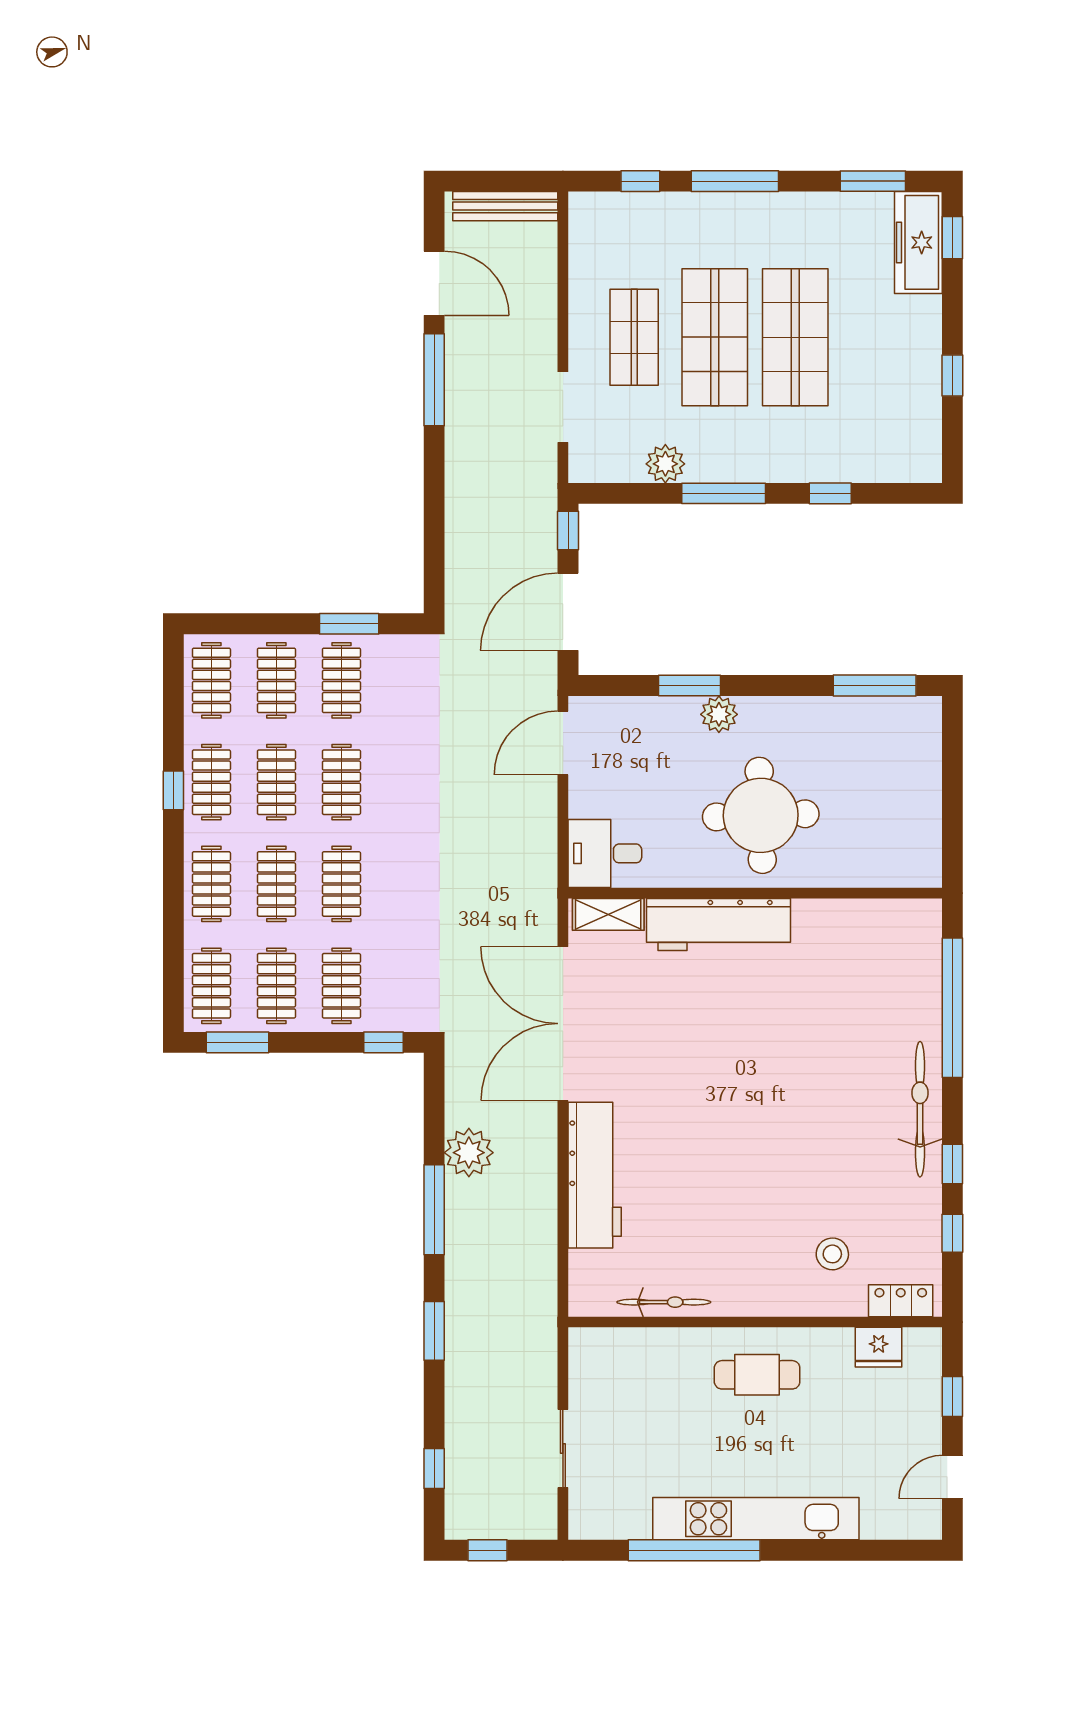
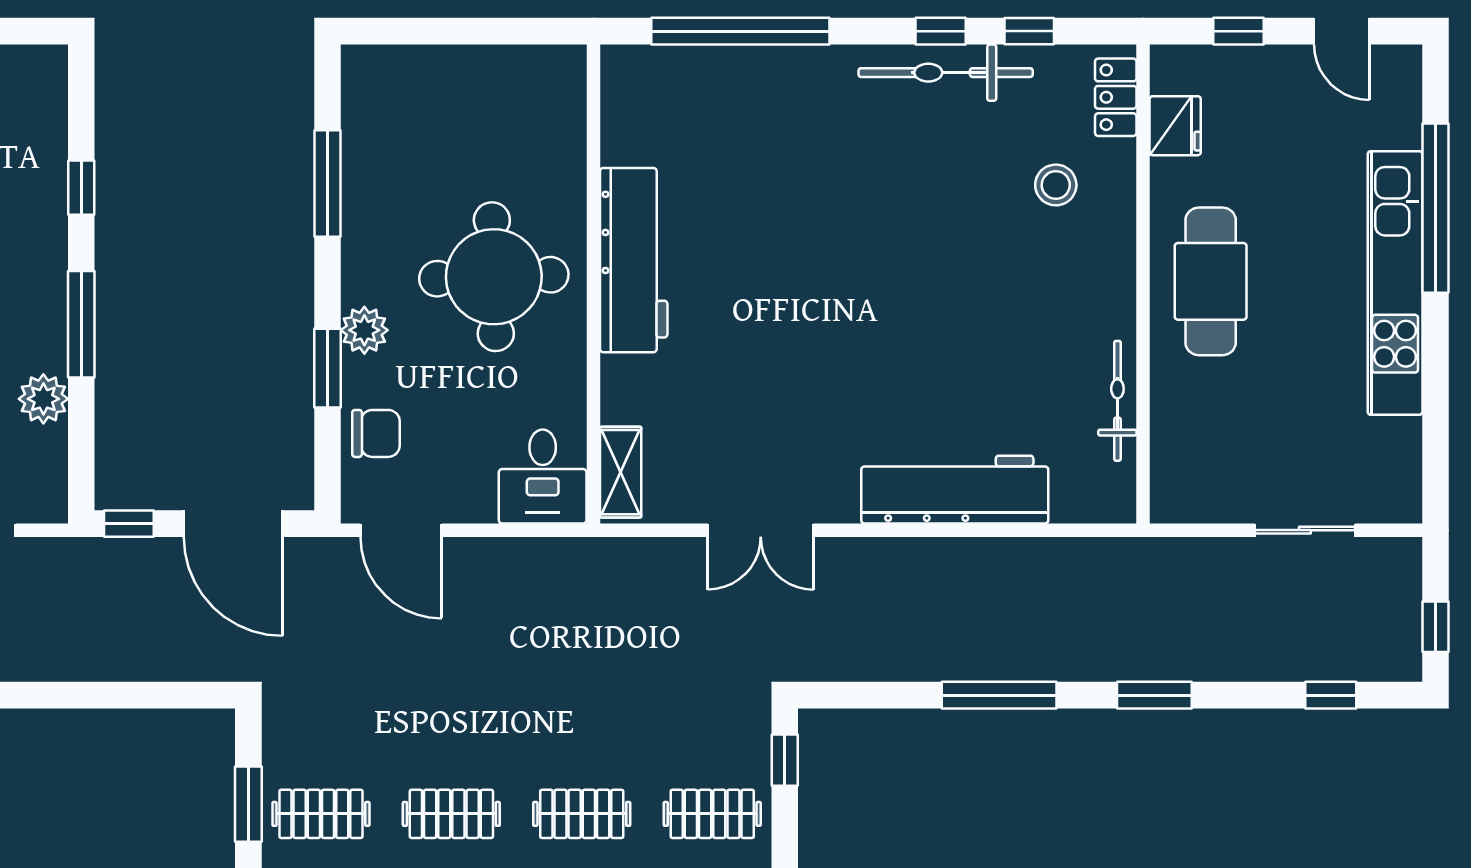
window: (875, 686) -> (328, 183), moved
chair: (638, 723) -> (376, 433), added
workbench: (718, 925) -> (634, 260), moved
double door: (563, 1024) -> (761, 530), width x0.54
bicycle: (920, 1109) -> (946, 73), moved
plant: (469, 1153) -> (926, 651), removed
cafe table: (757, 1375) -> (1211, 281), width x1.37, depth x1.35
window: (694, 1550) -> (1435, 208), moved

